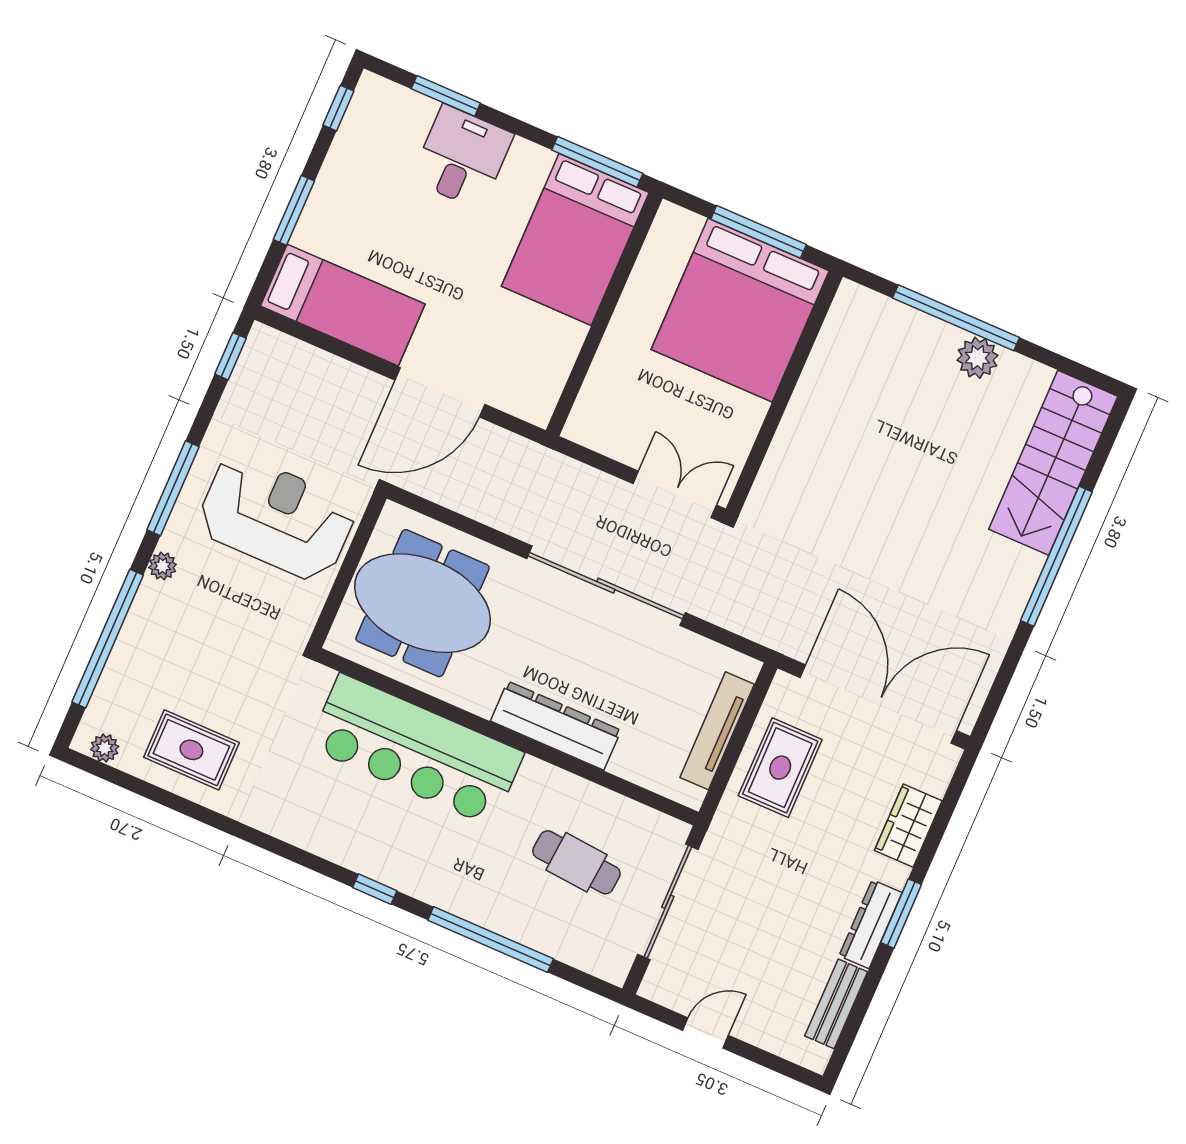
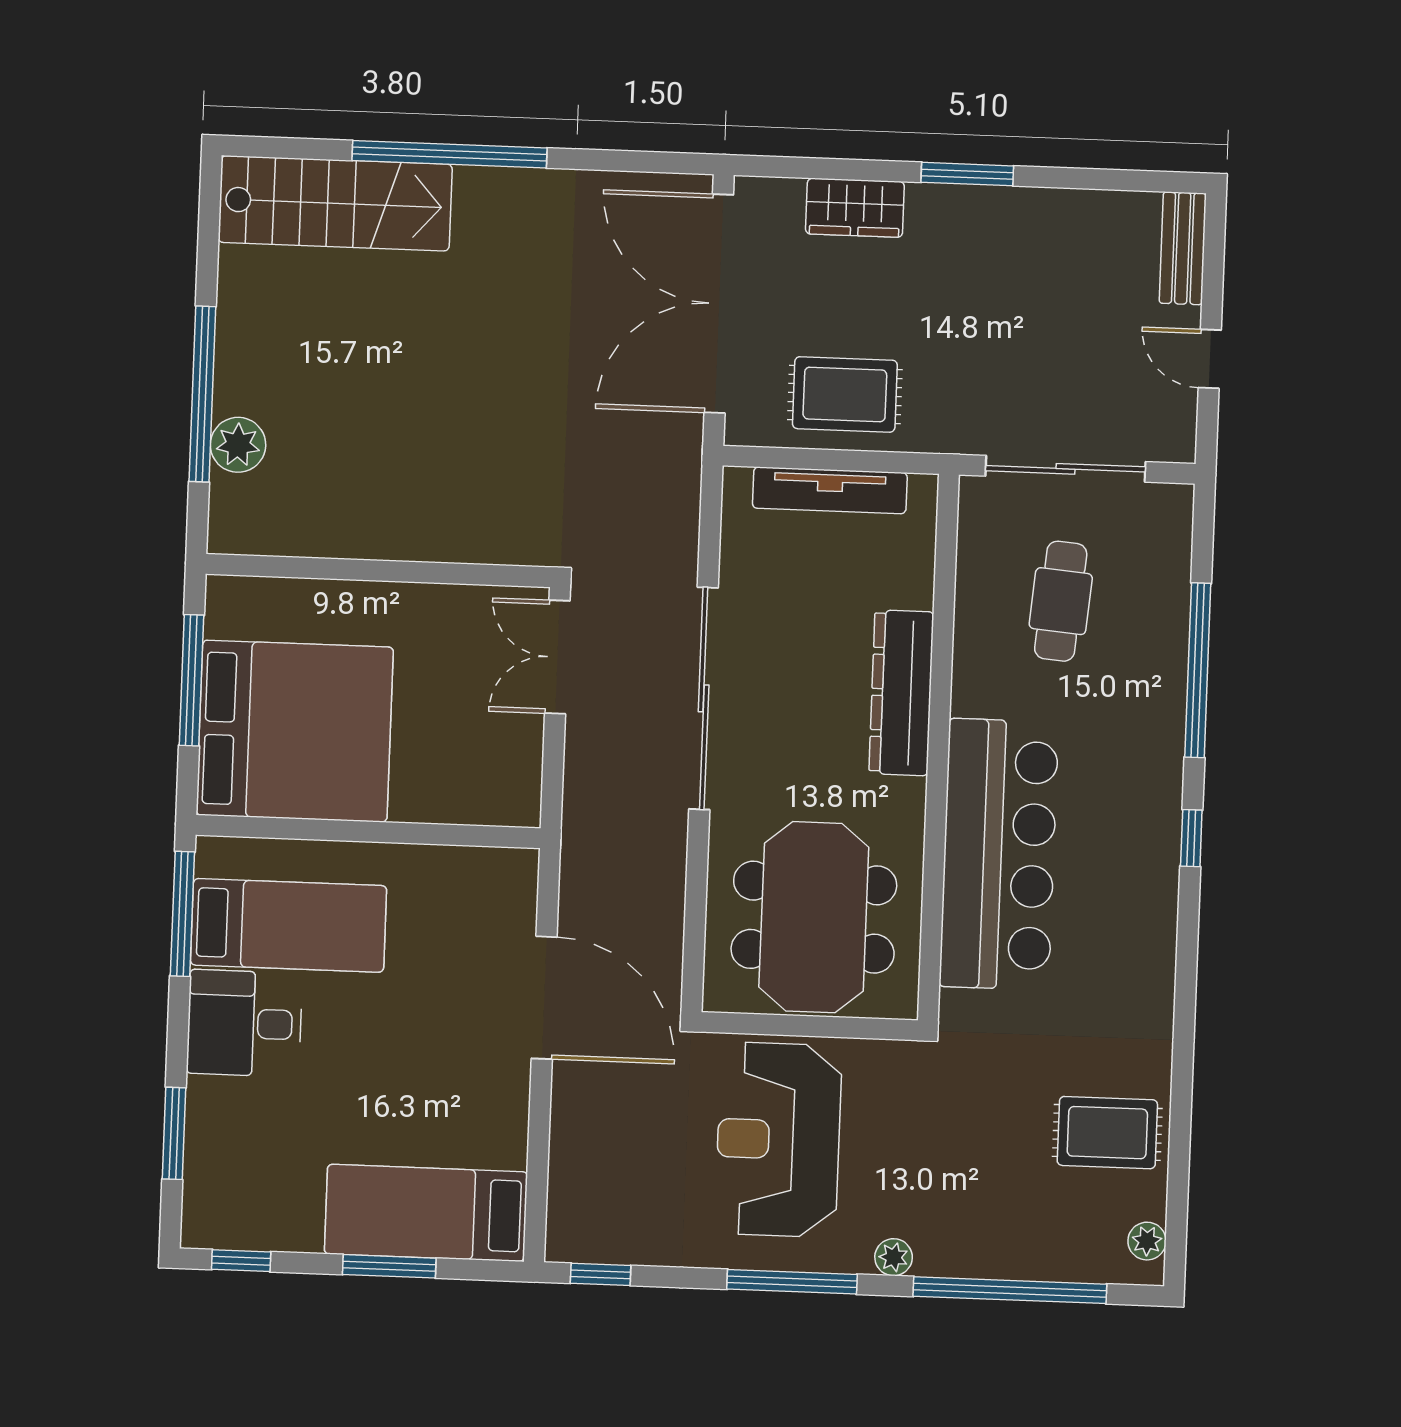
desk: (462, 157) -> (244, 1023), moved
bed: (575, 239) -> (289, 925), width x0.67
bed: (343, 305) -> (426, 1213), moved, turned -90
bed: (740, 310) -> (295, 731), moved
plant: (978, 358) -> (238, 445), moved
rug: (191, 750) -> (1107, 1133), turned 90
dresser: (871, 924) -> (995, 207), removed
bench: (836, 1004) -> (1183, 248), moved, turned 90

